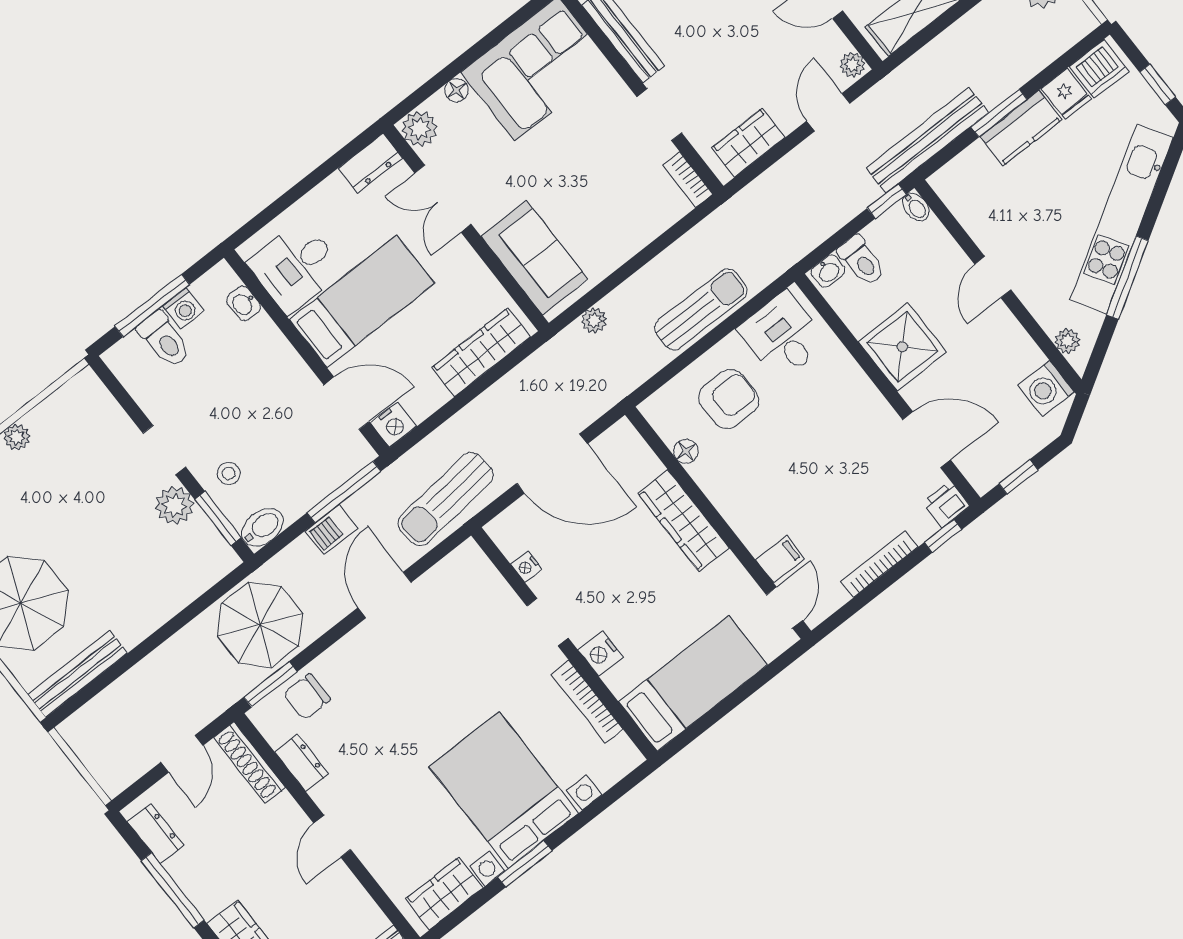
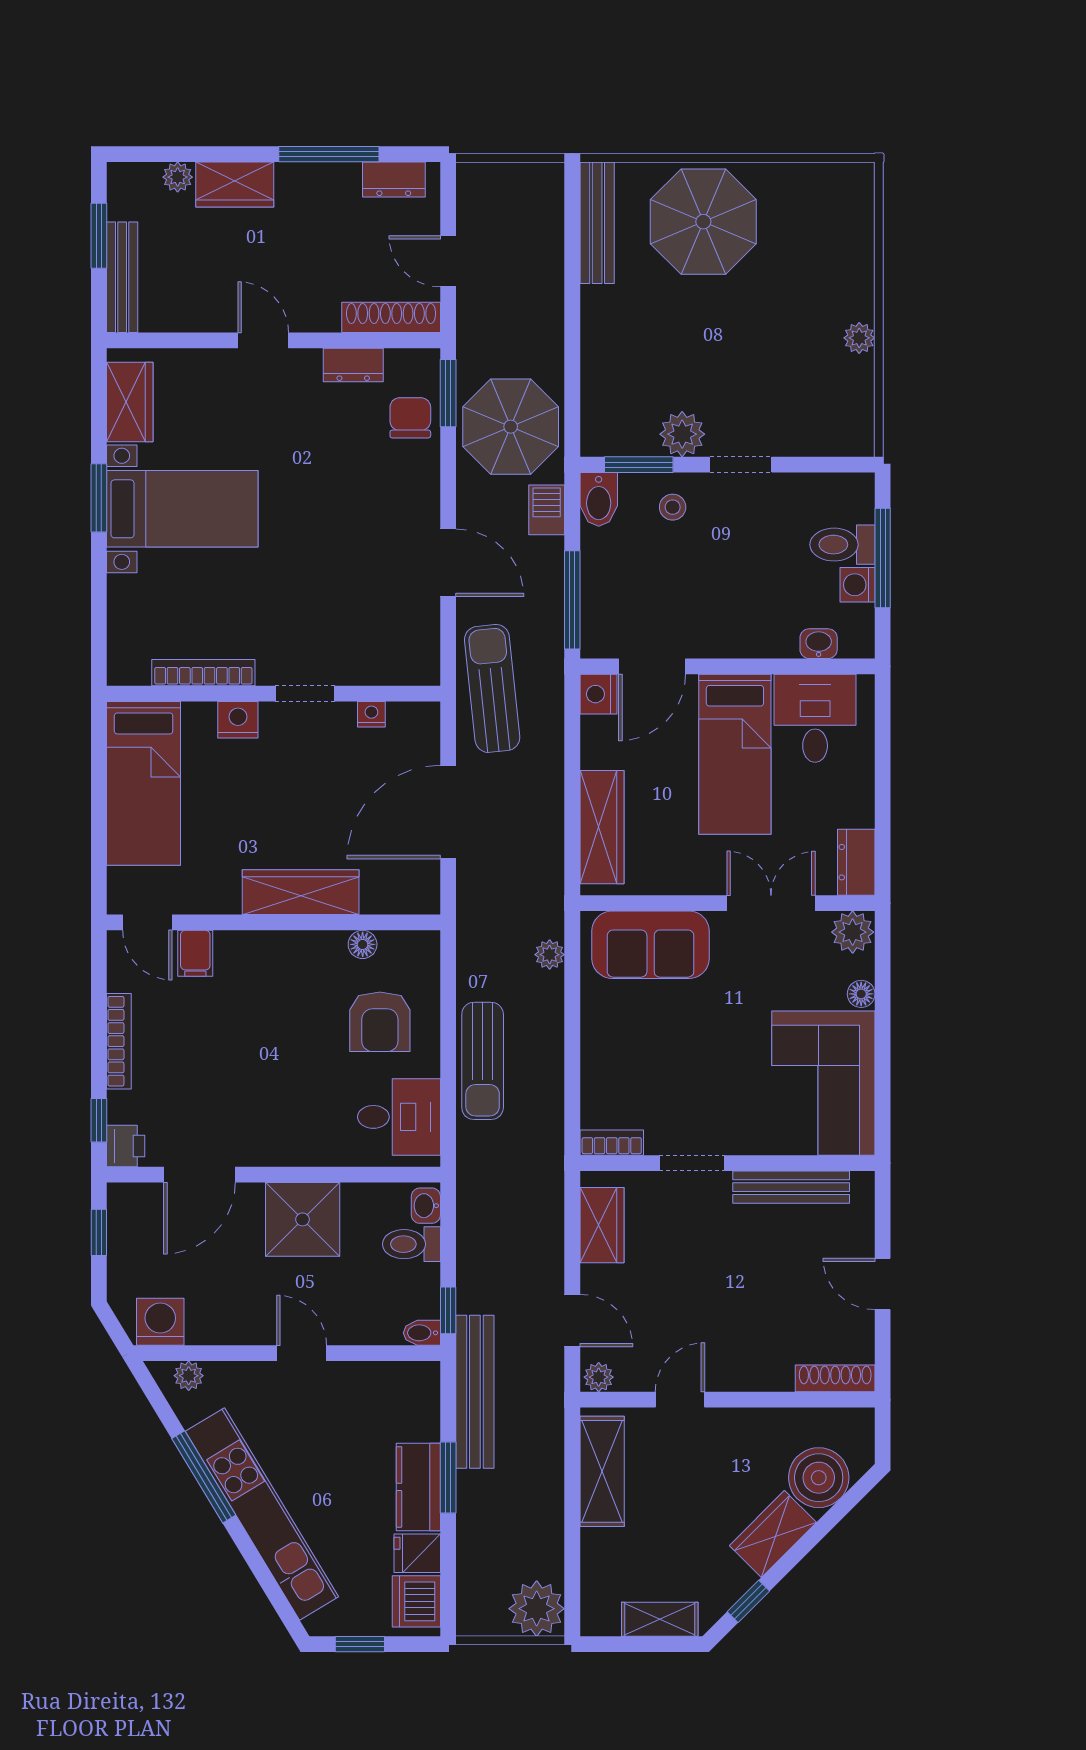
barbecue: (331, 530) -> (547, 510), moved
bed with nightstands: (504, 790) -> (182, 509), width x0.73

